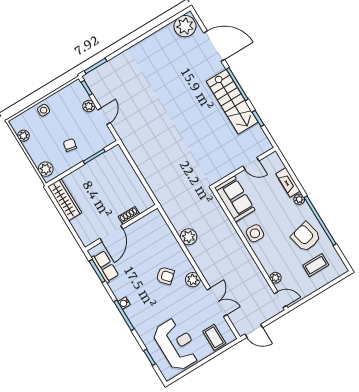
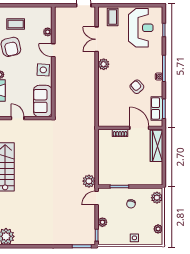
door: (104, 116) -> (97, 198), moved
wardrobe: (65, 200) -> (157, 146), moved
door: (111, 234) -> (139, 128), hinge flipped
plant: (189, 237) -> (89, 181), moved
armchair: (165, 276) -> (137, 87), moved
door: (280, 300) -> (53, 50), moved
reception desk: (176, 344) -> (141, 28), turned 180

